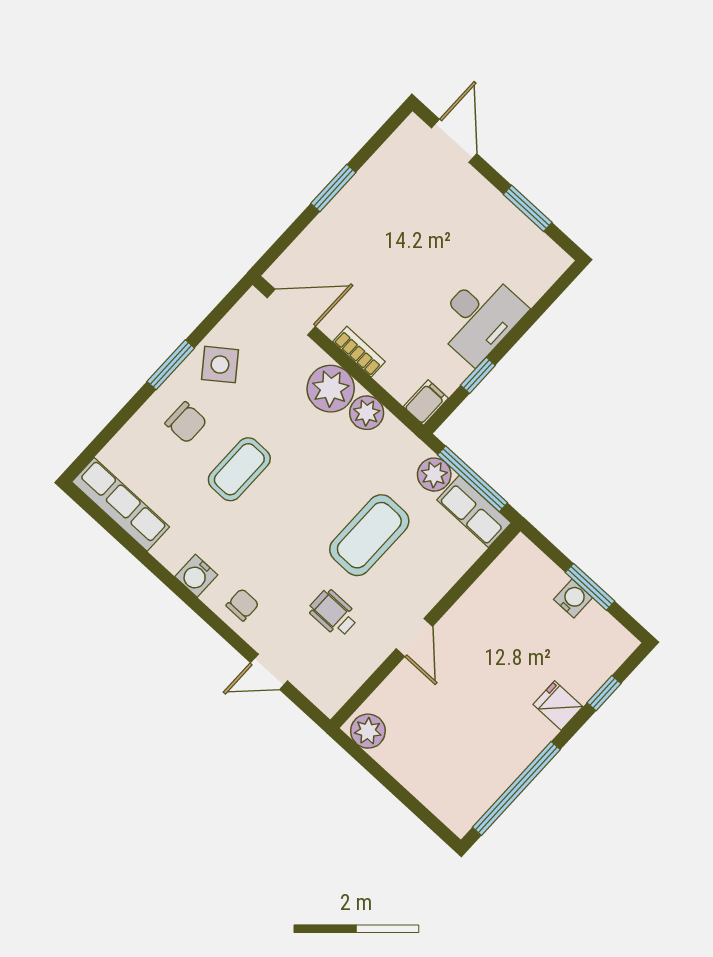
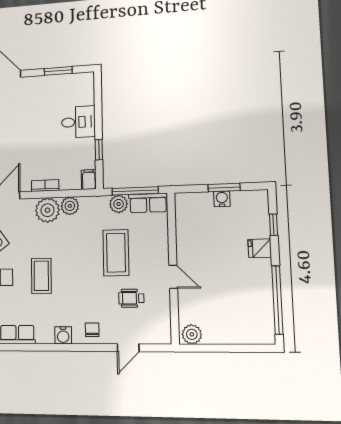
desk: (479, 317) -> (78, 122), width x0.73

